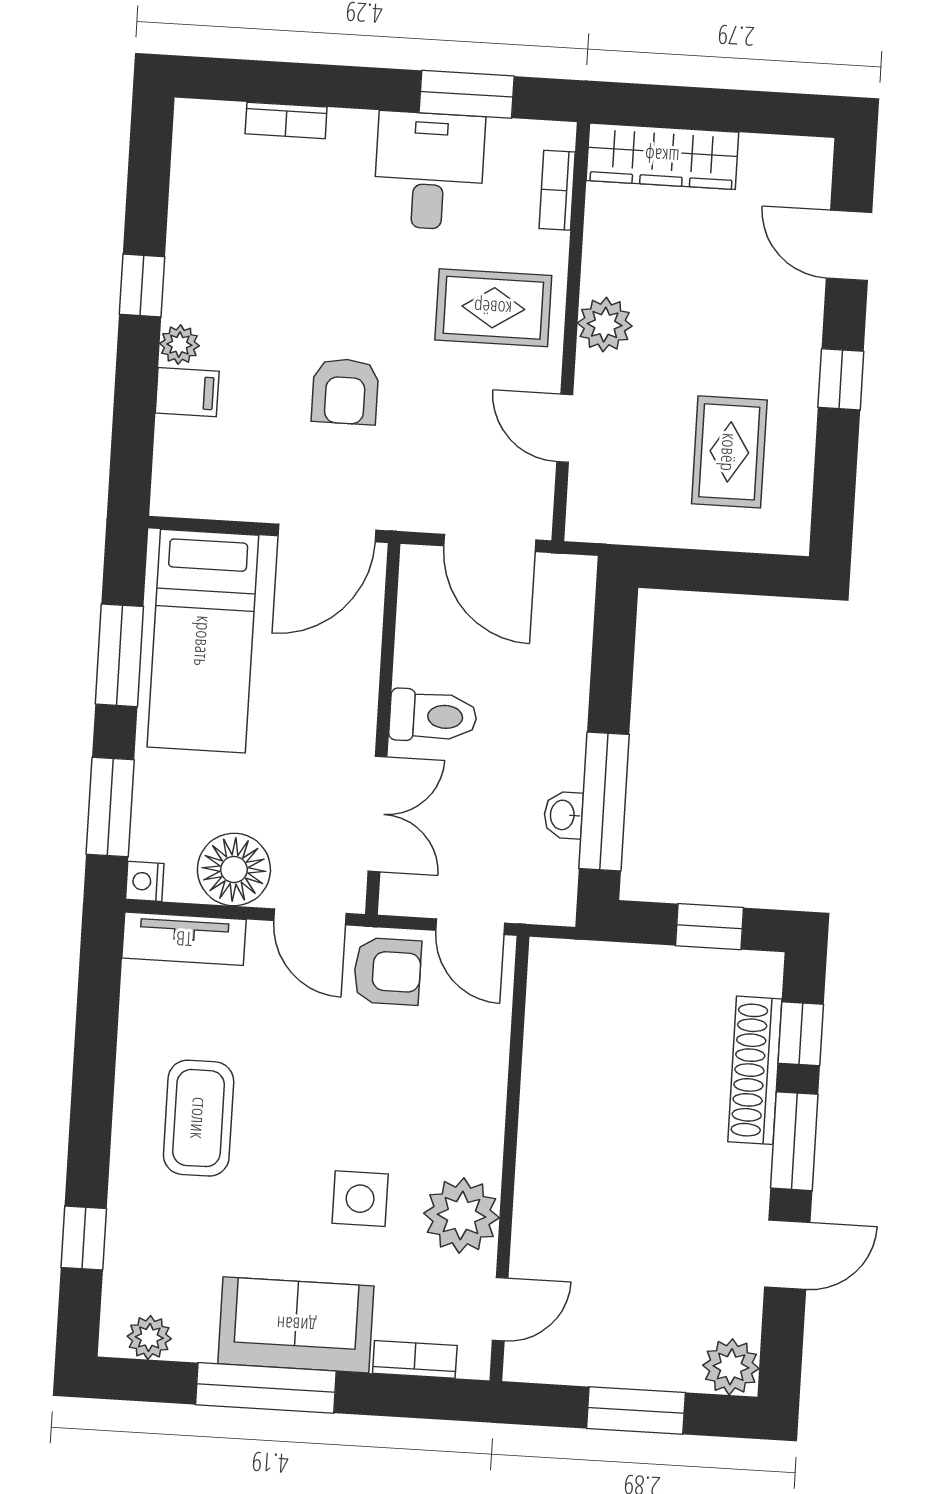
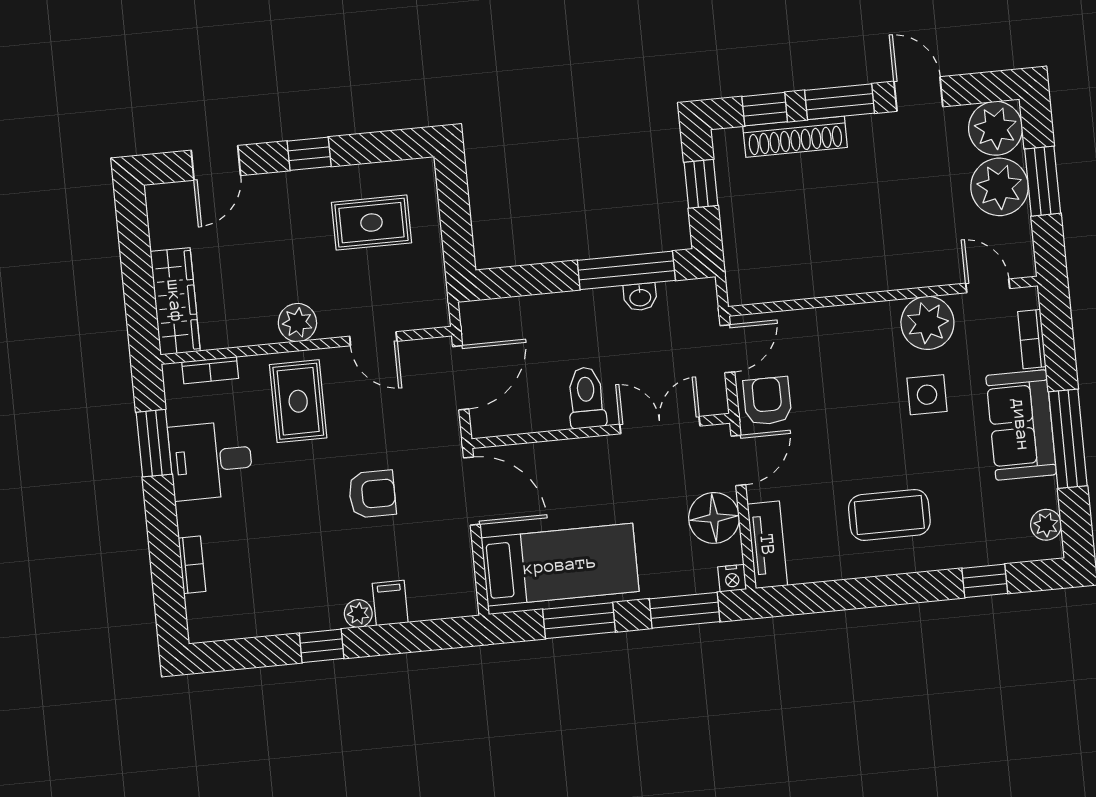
door: (565, 428) -> (373, 339), hinge flipped
plant: (638, 1348) -> (999, 187), added
plant: (731, 1367) -> (996, 128), width x1.36, depth x1.36

